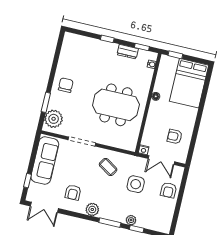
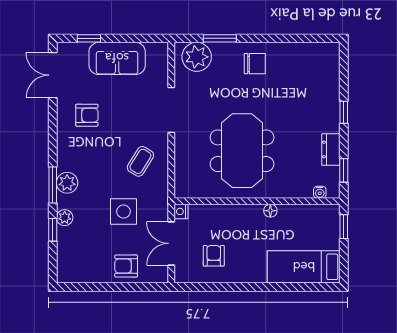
bed: (189, 83) -> (304, 267), width x0.67
sofa: (45, 160) -> (117, 58), width x0.73
armchair: (73, 192) -> (87, 115), turned 180
plant: (92, 209) -> (67, 183), moved

